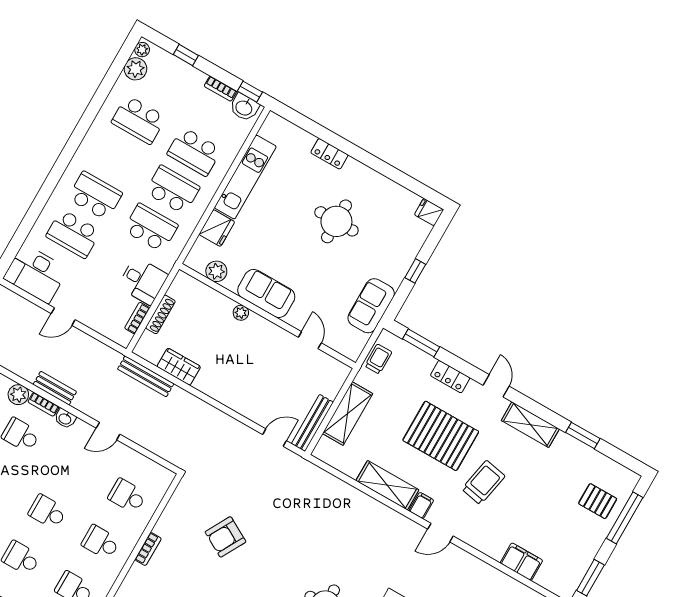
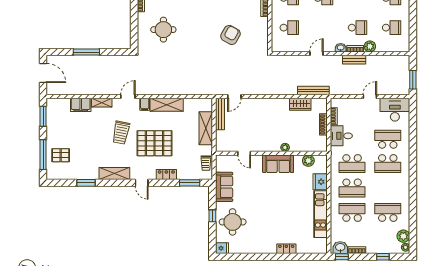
round table: (336, 221) -> (233, 222), moved
shelving: (487, 546) -> (102, 103), added

